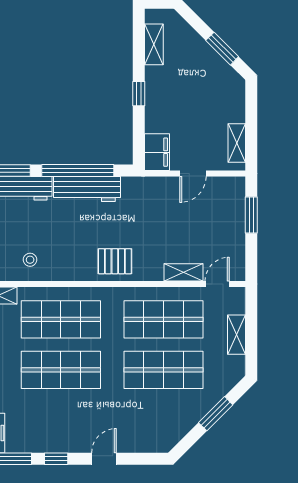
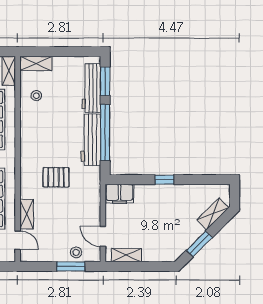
shelving: (154, 44) -> (213, 214), moved, turned -45
door: (193, 173) -> (103, 236), moved
stool: (233, 208) -> (76, 252), added
pallet: (115, 261) -> (56, 177), moved, turned 90

